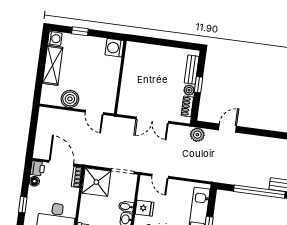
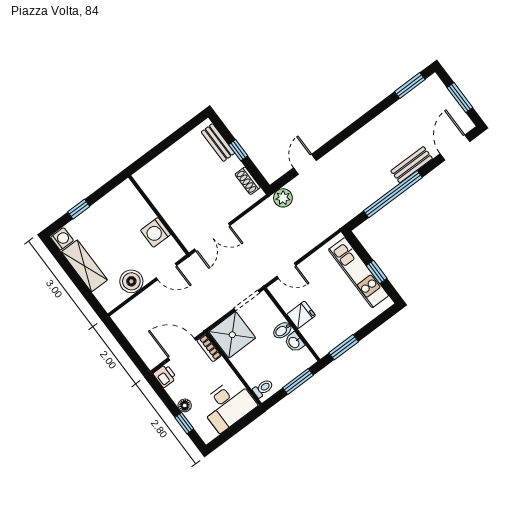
washing machine: (114, 48) -> (156, 232), moved
plant: (189, 90) -> (234, 164), removed
double door: (152, 120) -> (212, 237), moved
floor lamp: (34, 181) -> (185, 405), moved

